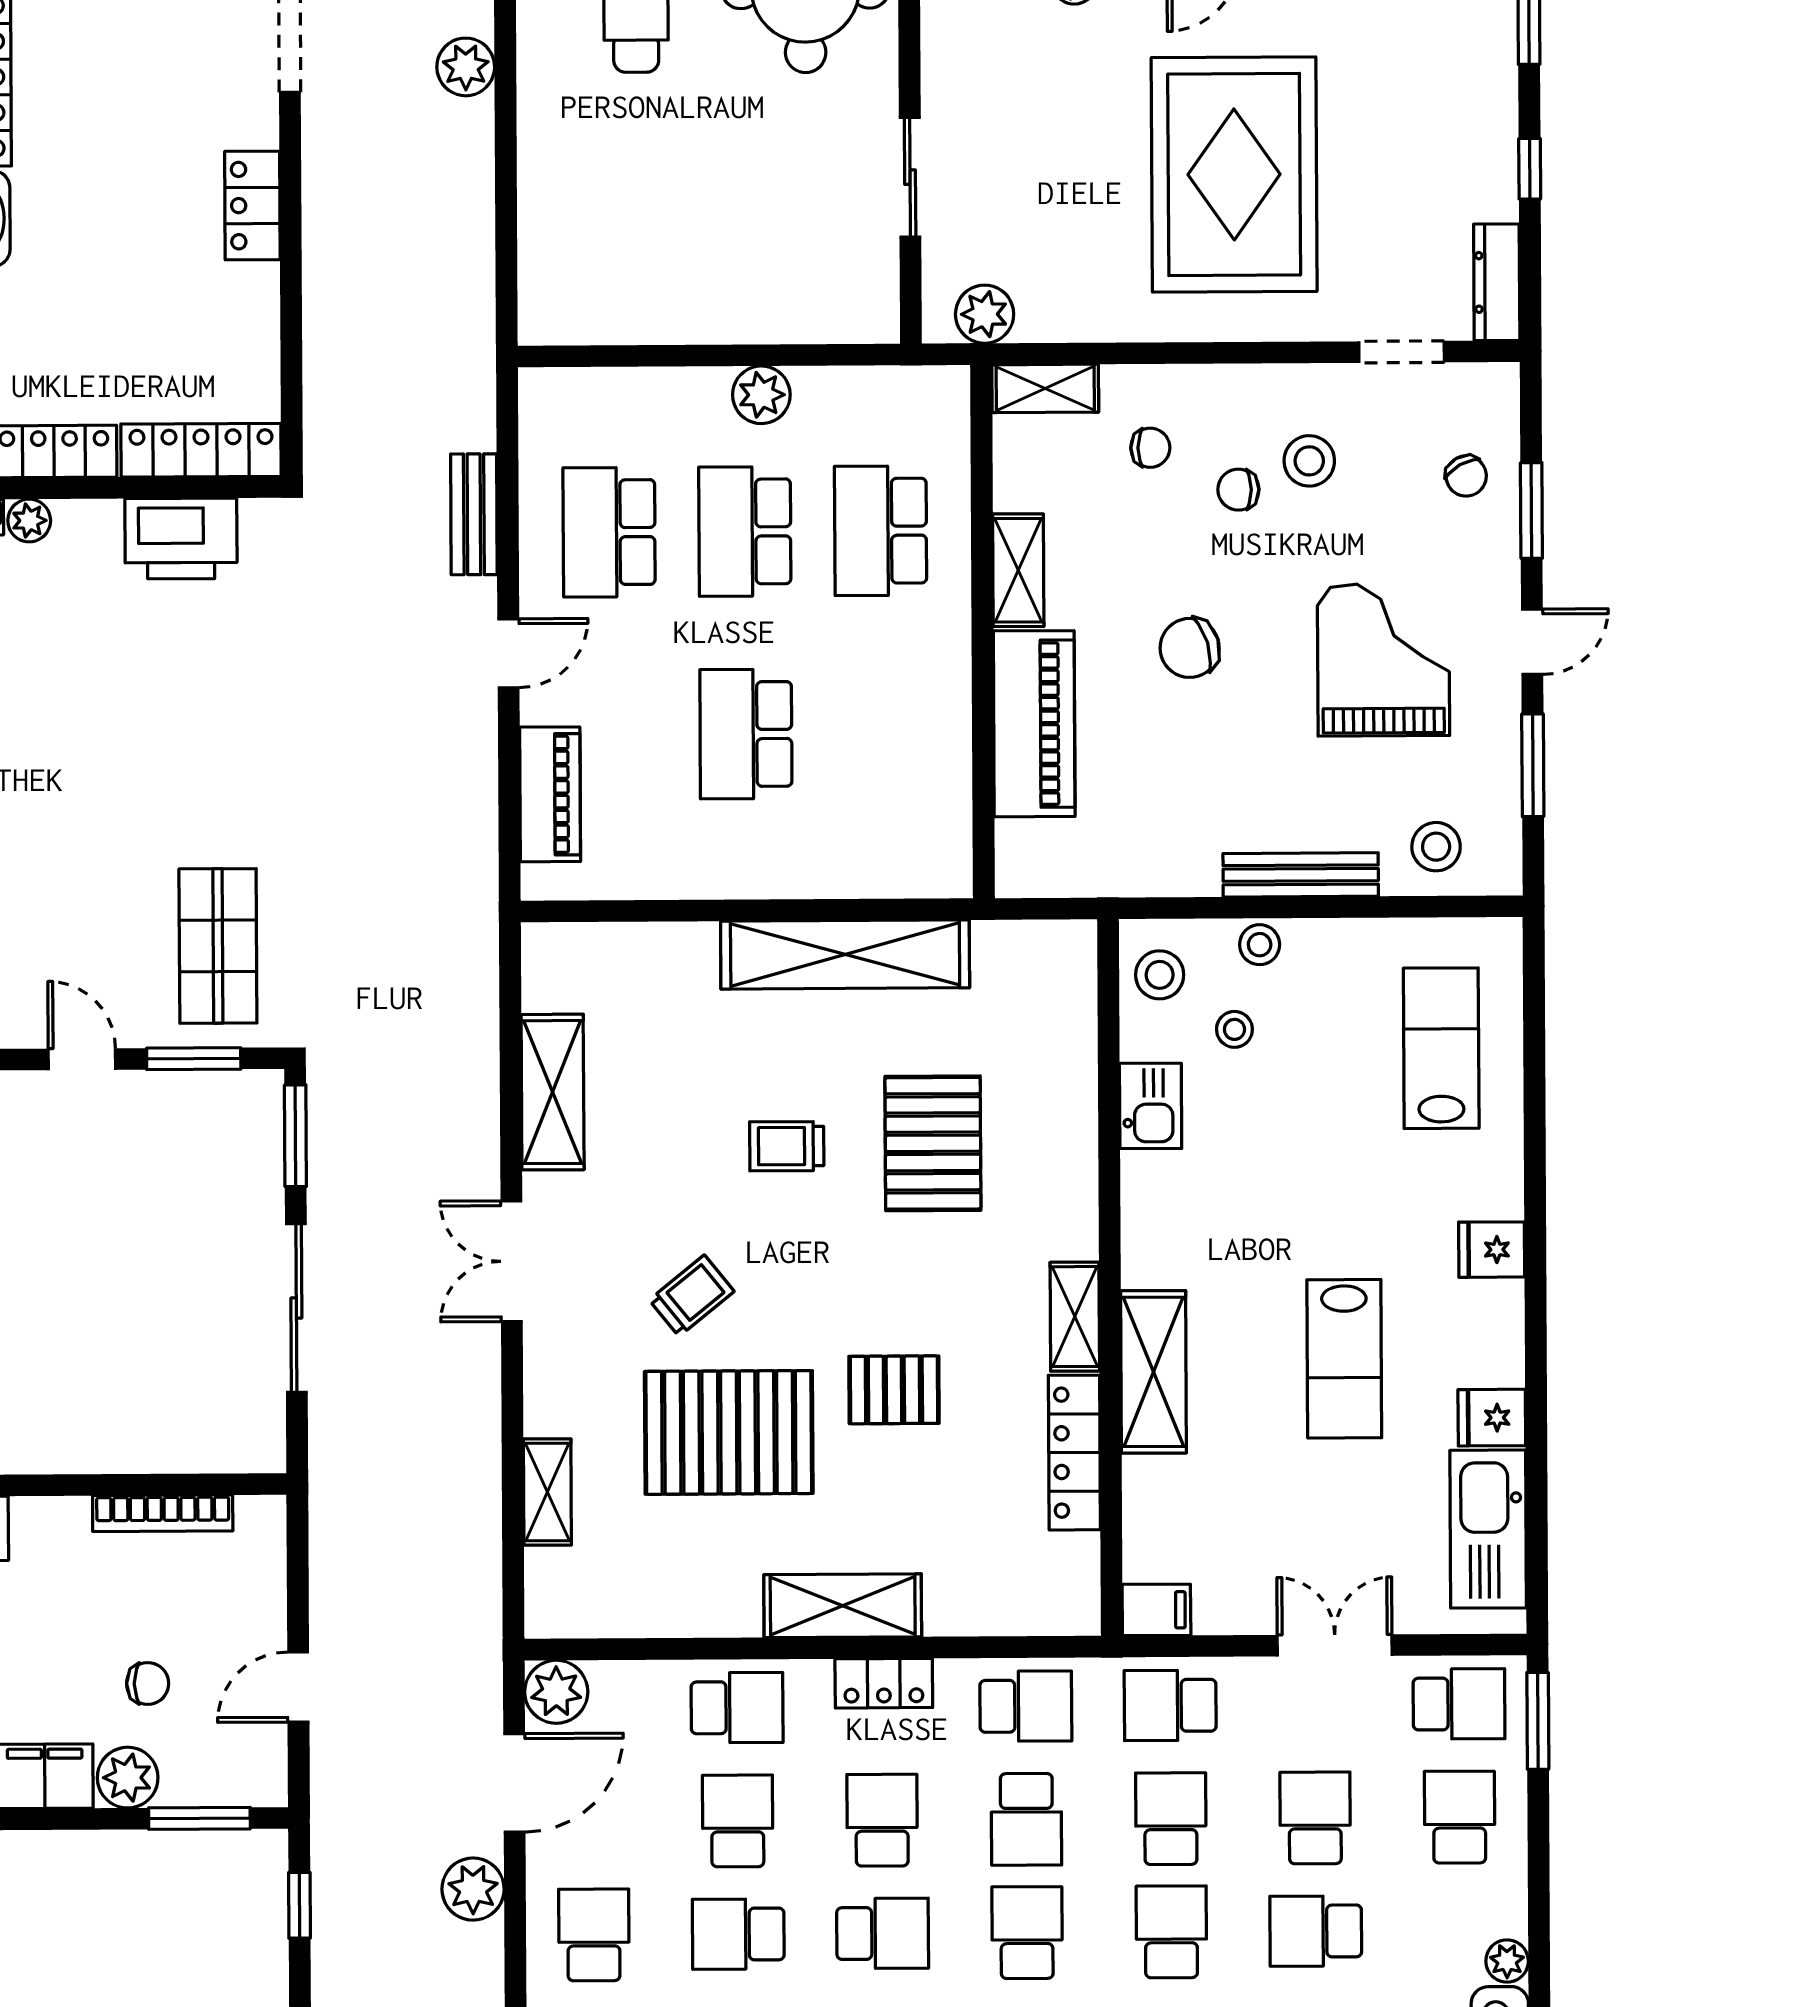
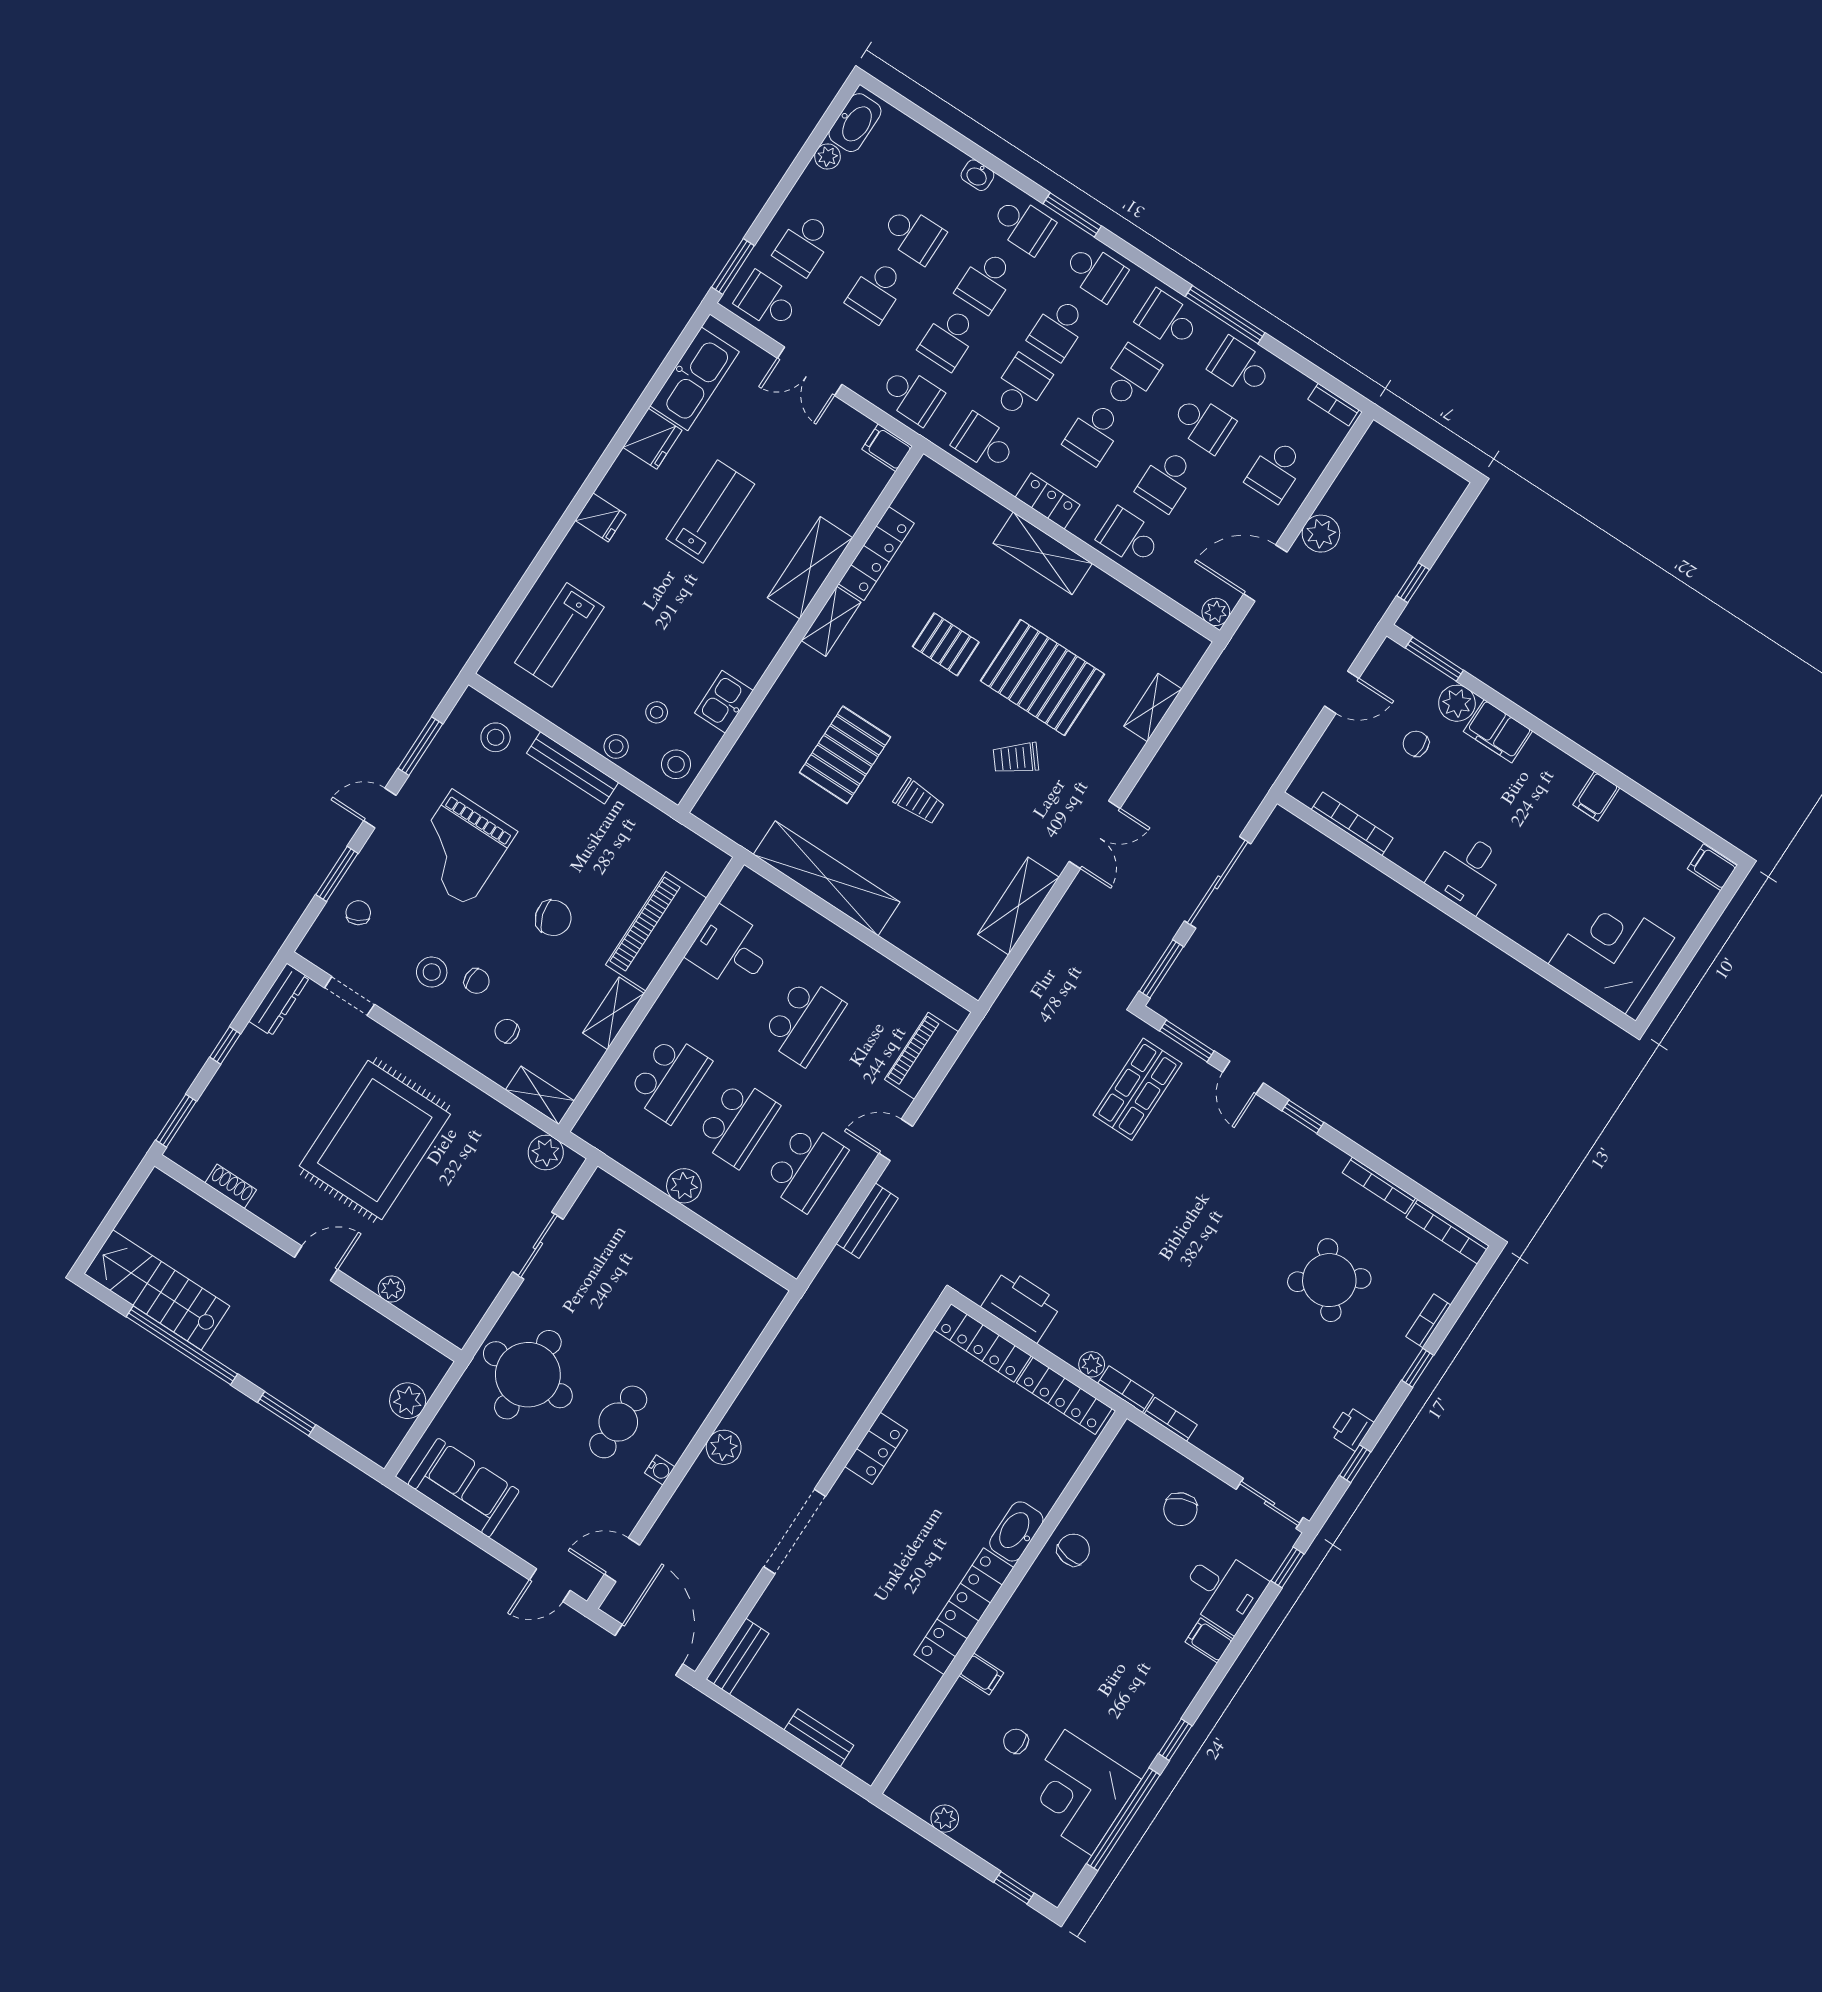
desk: (914, 767) -> (730, 949), added
fridge: (1492, 1418) -> (652, 439), width x1.38
plant: (556, 1692) -> (1216, 612), width x0.73, depth x0.73
school desk: (883, 1933) -> (1131, 376), turned 90

